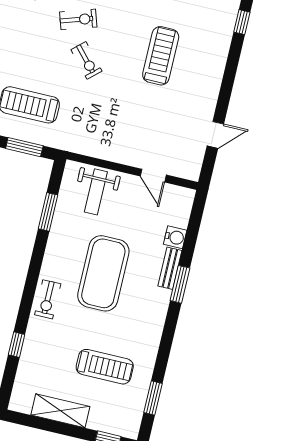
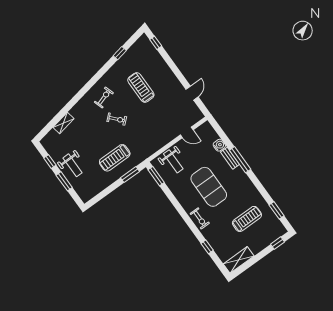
exercise bike: (78, 19) -> (104, 98), moved
window: (48, 212) -> (156, 176), moved
window: (180, 284) -> (240, 160), width x1.44
shelving: (60, 411) -> (239, 260), moved

